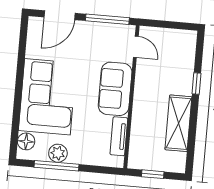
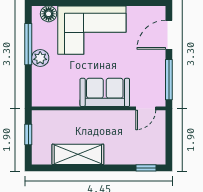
door: (60, 15) -> (169, 35), hinge flipped
window: (197, 83) -> (146, 168), moved
tv unit: (119, 136) -> (61, 100), removed
plant: (58, 153) -> (40, 58), moved

